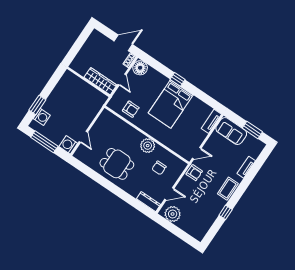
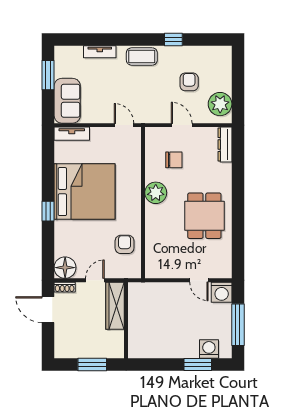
window: (77, 47) -> (92, 364), added
bed: (171, 104) -> (85, 192), width x1.36
door: (83, 137) -> (199, 280), swing flipped
armchair: (194, 173) -> (189, 82), moved
door: (169, 194) -> (182, 125), moved

